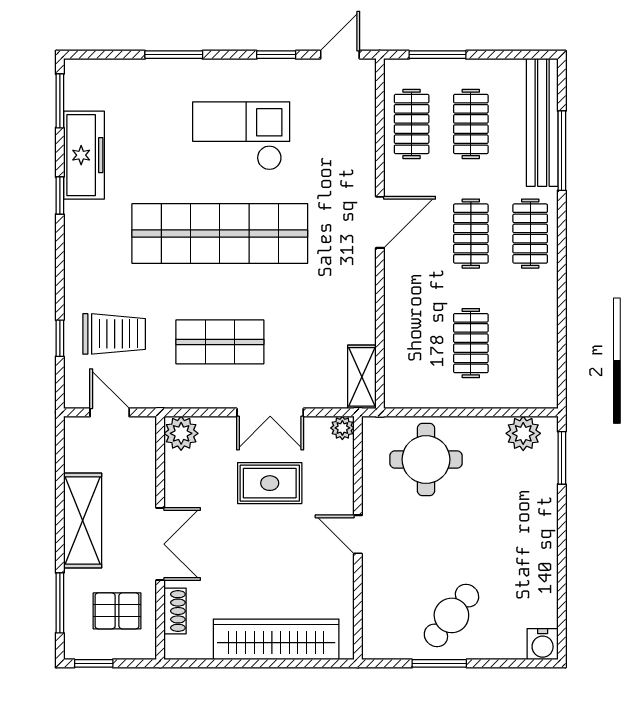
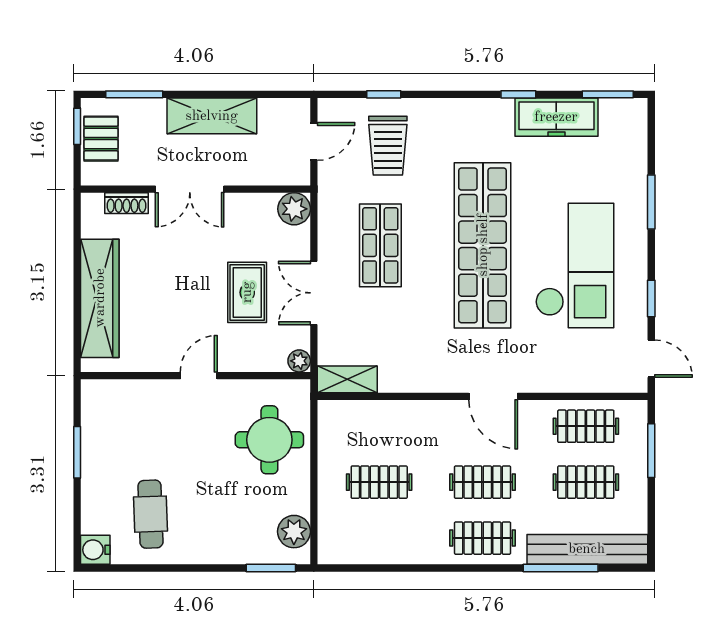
checkout: (241, 136) -> (575, 266), width x1.36, depth x1.21
pallet: (117, 611) -> (101, 139), moved
cafe table: (451, 615) -> (150, 514), moved, turned 50

